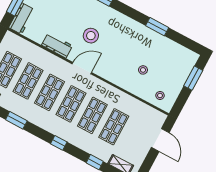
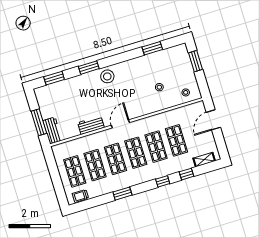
window: (157, 27) -> (152, 48), moved
stool: (91, 36) -> (107, 76), moved
window: (16, 120) -> (122, 194), moved
door: (160, 140) -> (213, 120), swing flipped
window: (59, 143) -> (163, 181), moved

